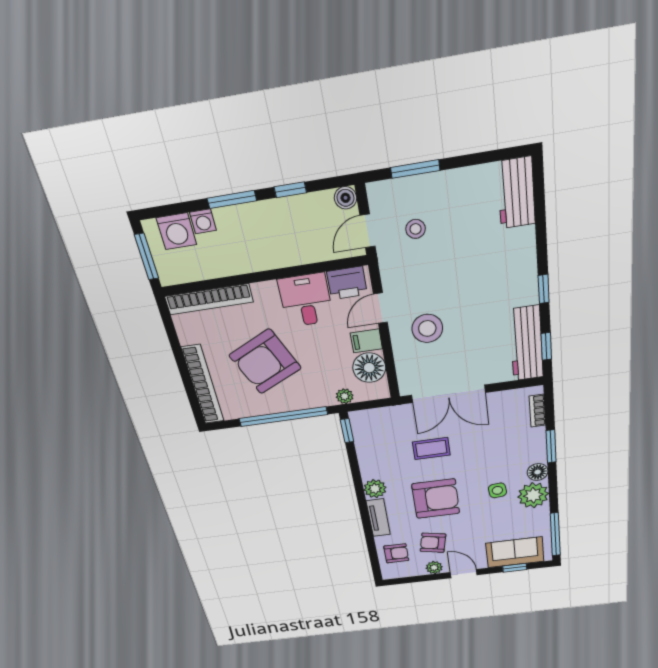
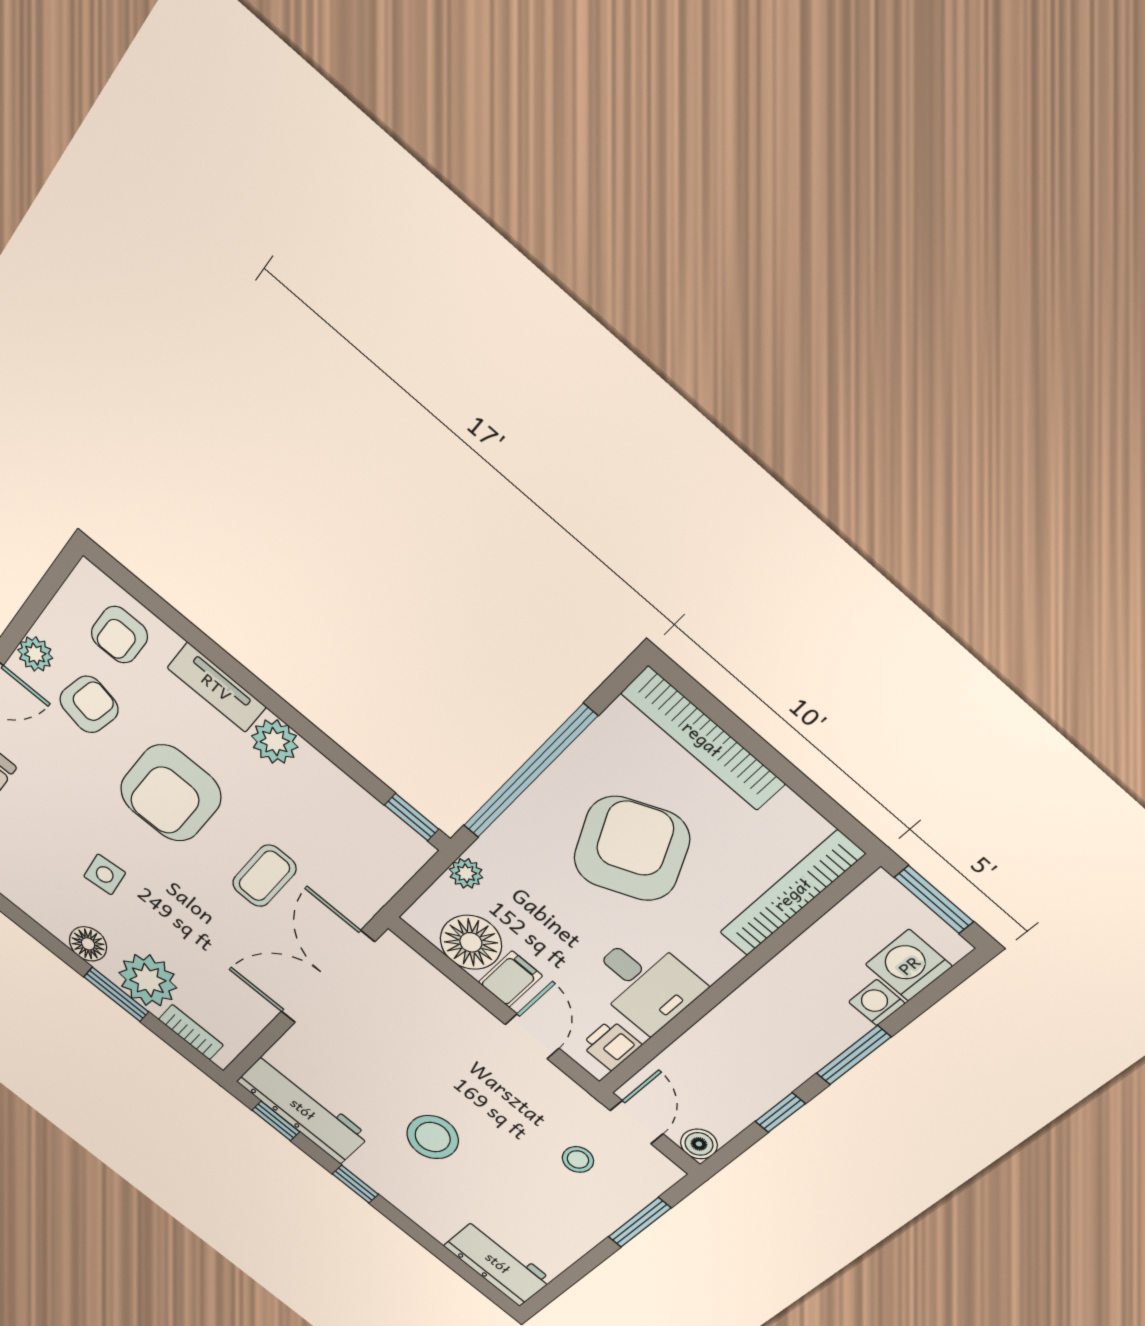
printer: (347, 283) -> (611, 1045), width x0.73, depth x0.81
stool: (427, 328) -> (433, 1137), moved
plant: (533, 495) -> (148, 980), moved

